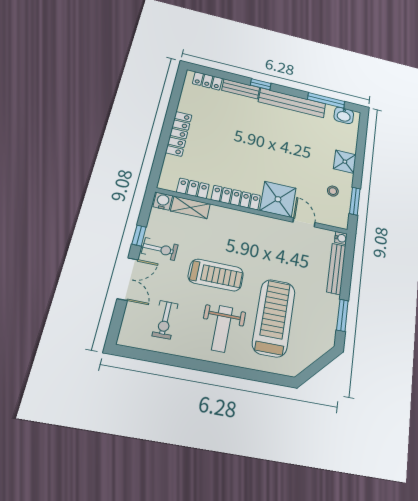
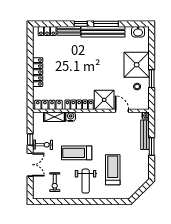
window: (326, 100) -> (106, 24), moved
shower: (345, 162) -> (137, 65), width x1.86, depth x1.86
locker: (193, 188) -> (48, 105), width x1.53
water cooler: (163, 201) -> (71, 117), moved
window: (355, 201) -> (152, 79), moved
treadmill: (216, 275) -> (77, 153), turned 180
window: (342, 315) -> (152, 147), moved
treadmill: (274, 318) -> (113, 170), width x0.73, depth x0.73

